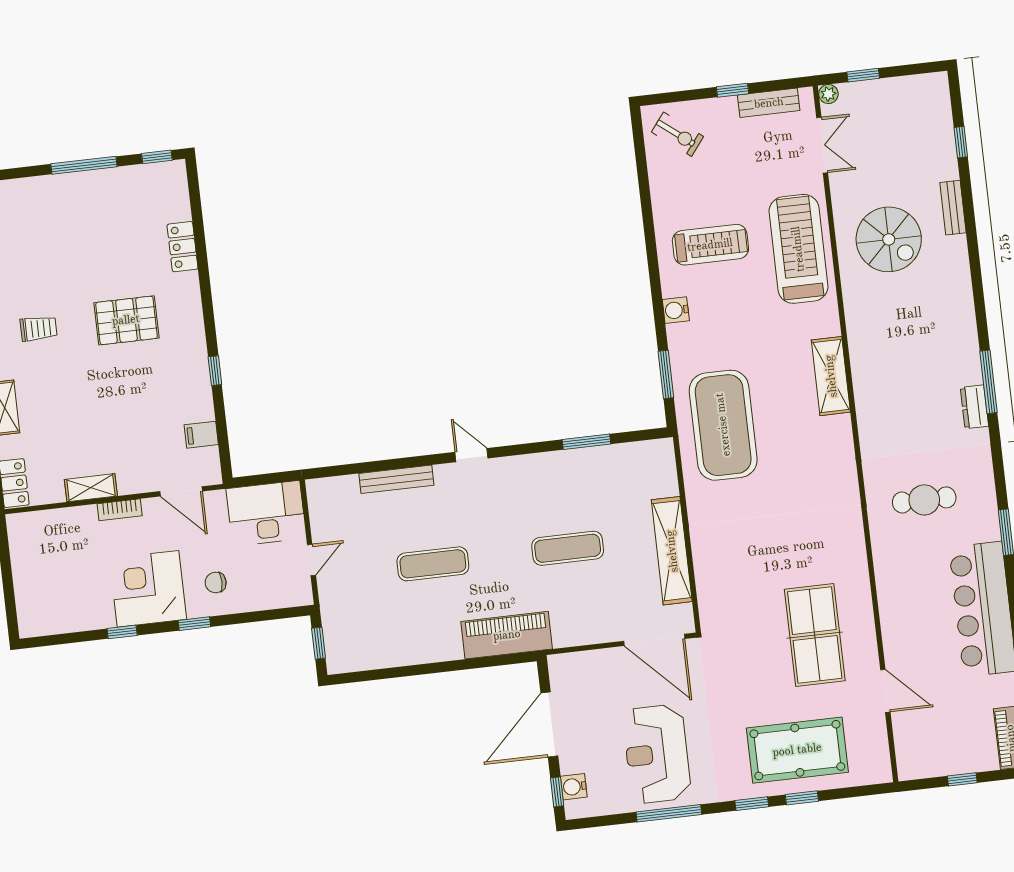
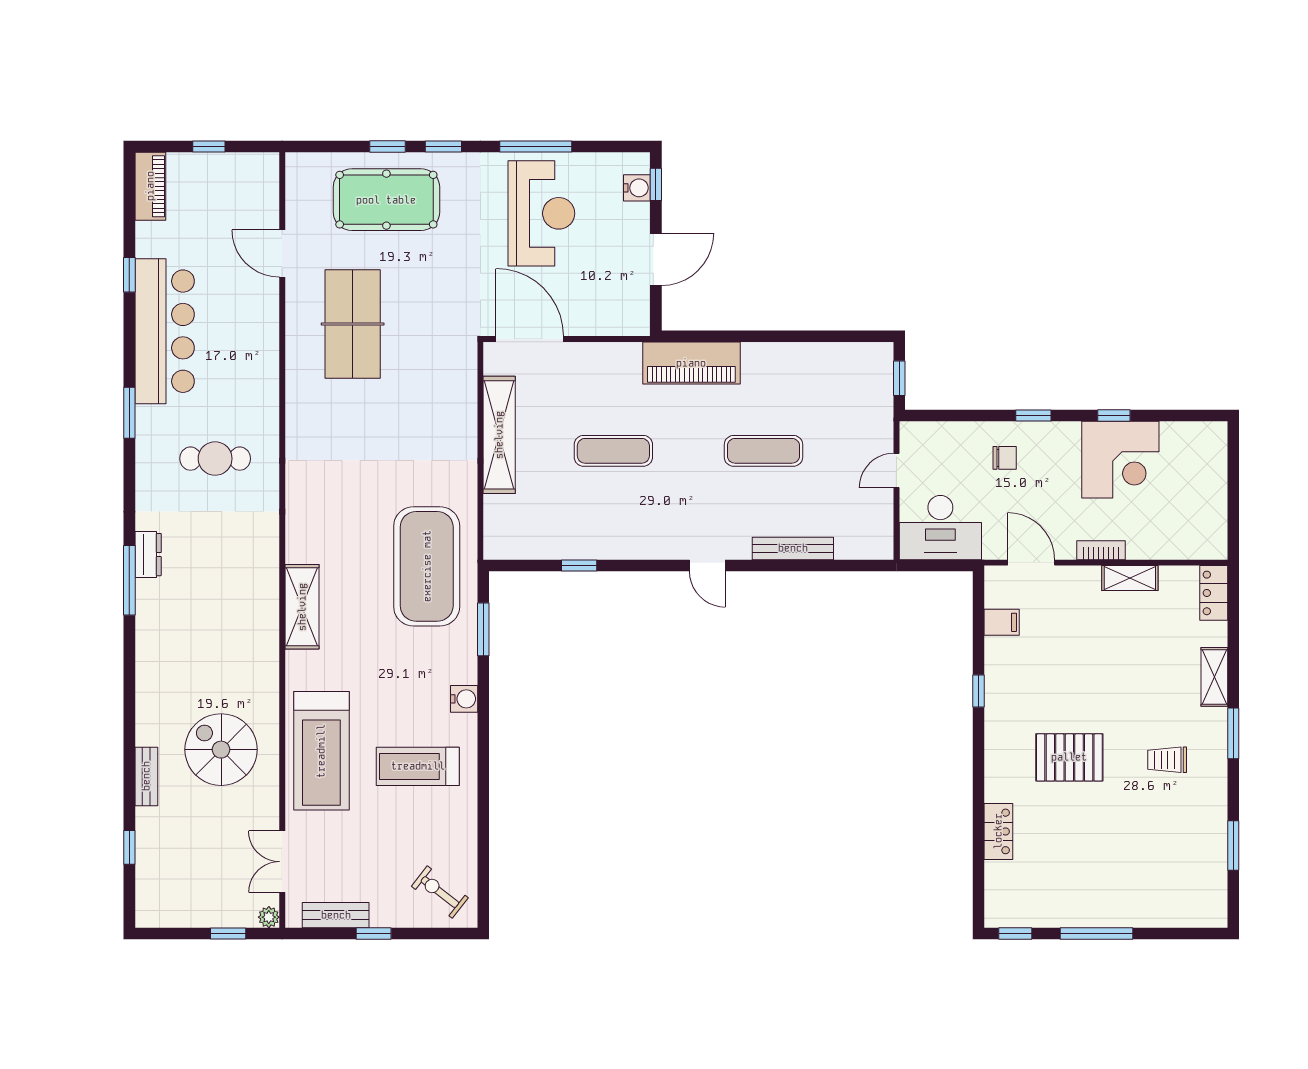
window: (586, 442) -> (579, 565), width x0.67
corner desk: (148, 589) -> (1120, 460), moved
door: (549, 724) -> (656, 259), width x0.73

